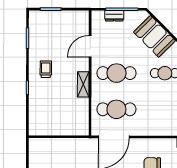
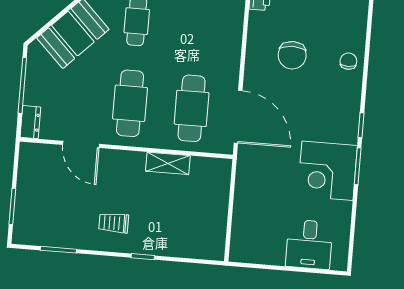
dresser: (114, 16) -> (30, 122), moved
shelving: (83, 84) -> (168, 163), moved

